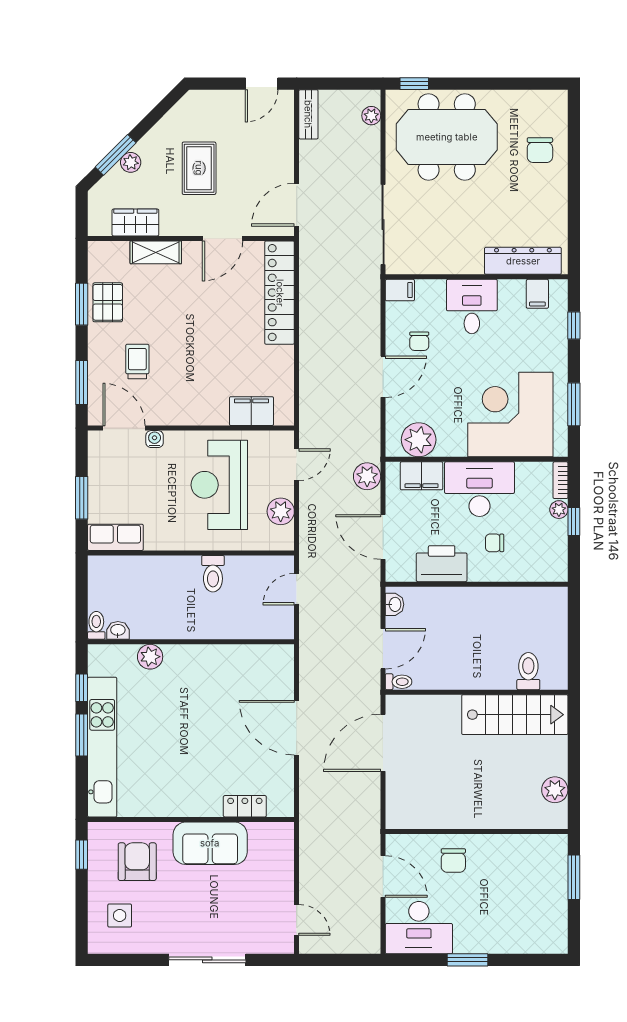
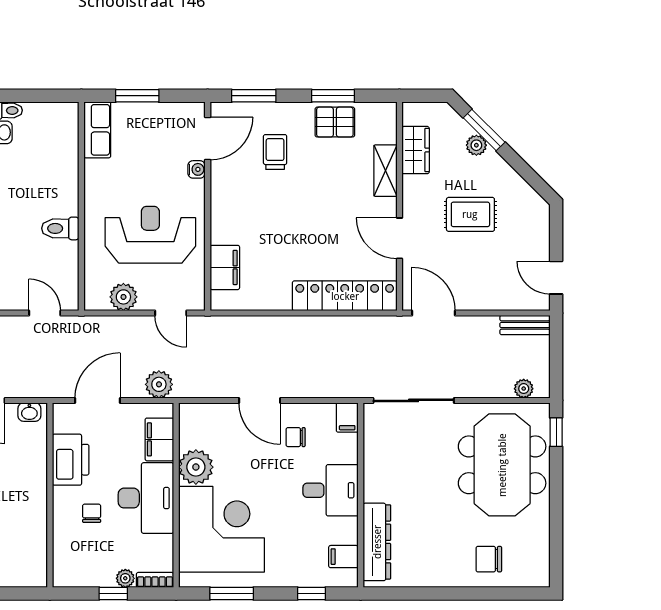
trolley: (137, 361) -> (275, 152), turned -90
plant: (419, 440) -> (196, 467), moved

